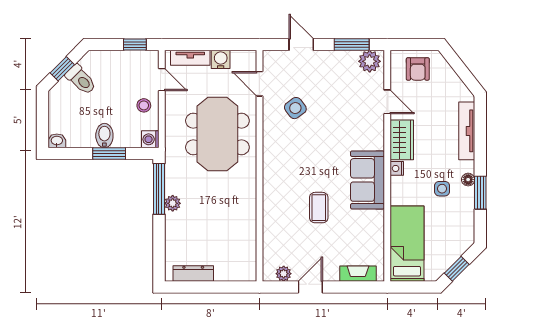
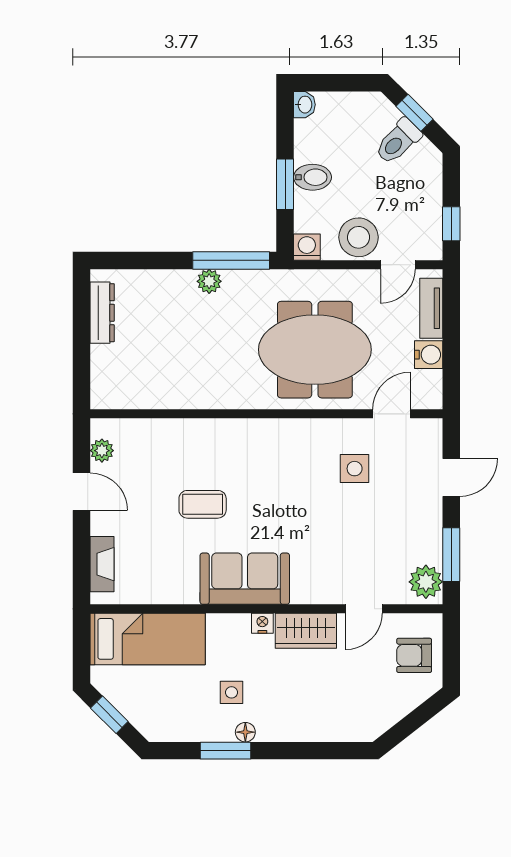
stool: (144, 105) -> (358, 237), width x1.89, depth x1.89
side table: (295, 108) -> (355, 469), turned 37
tv unit: (467, 131) -> (320, 730), removed

